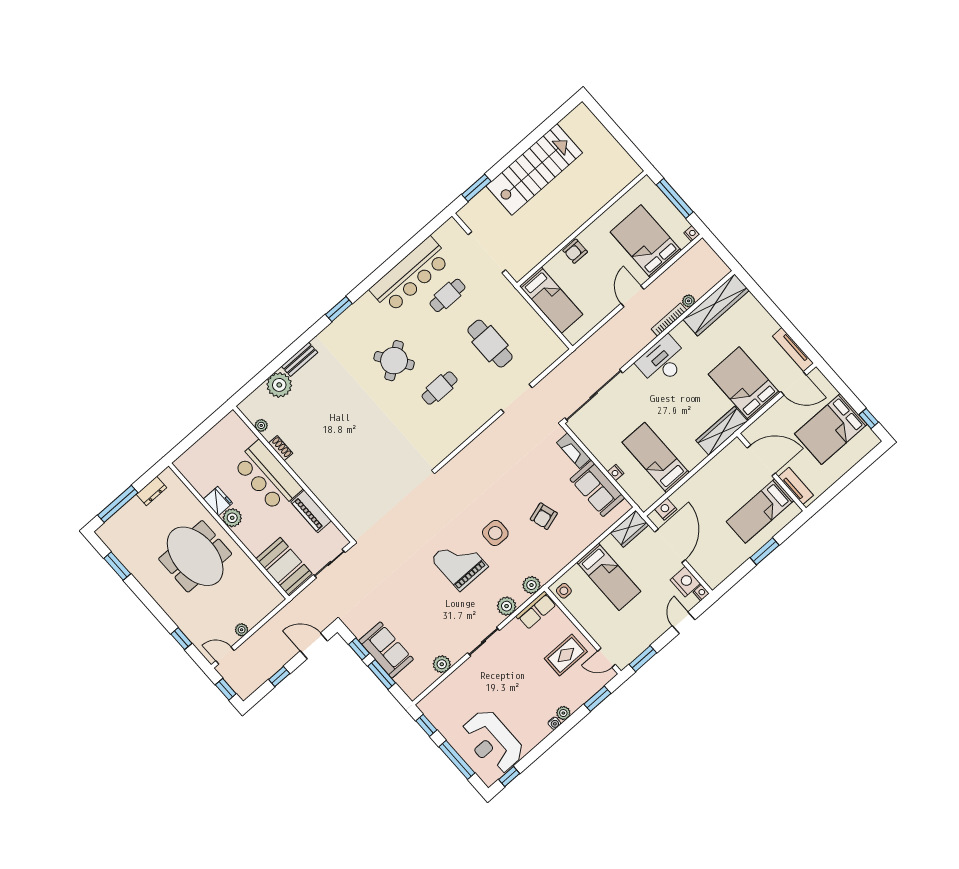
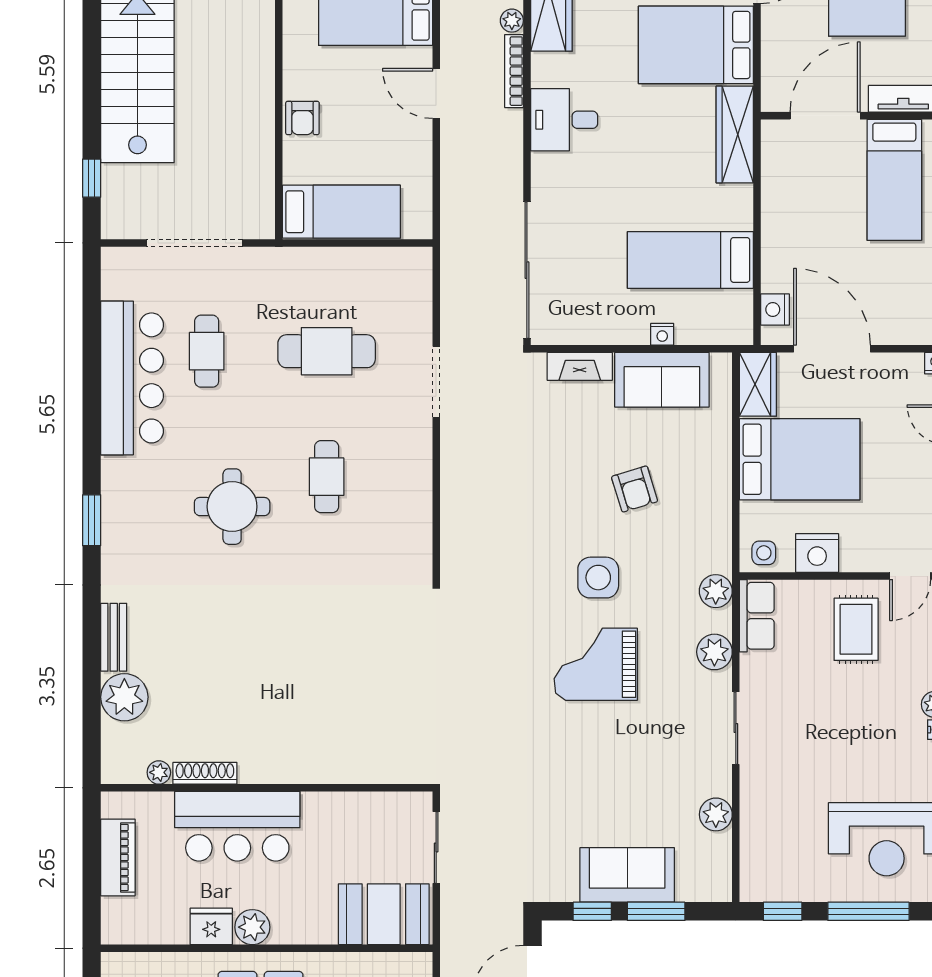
window: (476, 188) -> (92, 178), width x0.67
round table: (394, 361) -> (232, 507), turned 34
desk: (663, 361) -> (564, 120), width x0.73
shoe rack: (281, 448) -> (205, 773), width x1.43
piano: (311, 511) -> (118, 857), moved, turned -90
bed: (609, 577) -> (800, 459), width x1.50
nightstand: (685, 582) -> (817, 553), moved, turned 180

